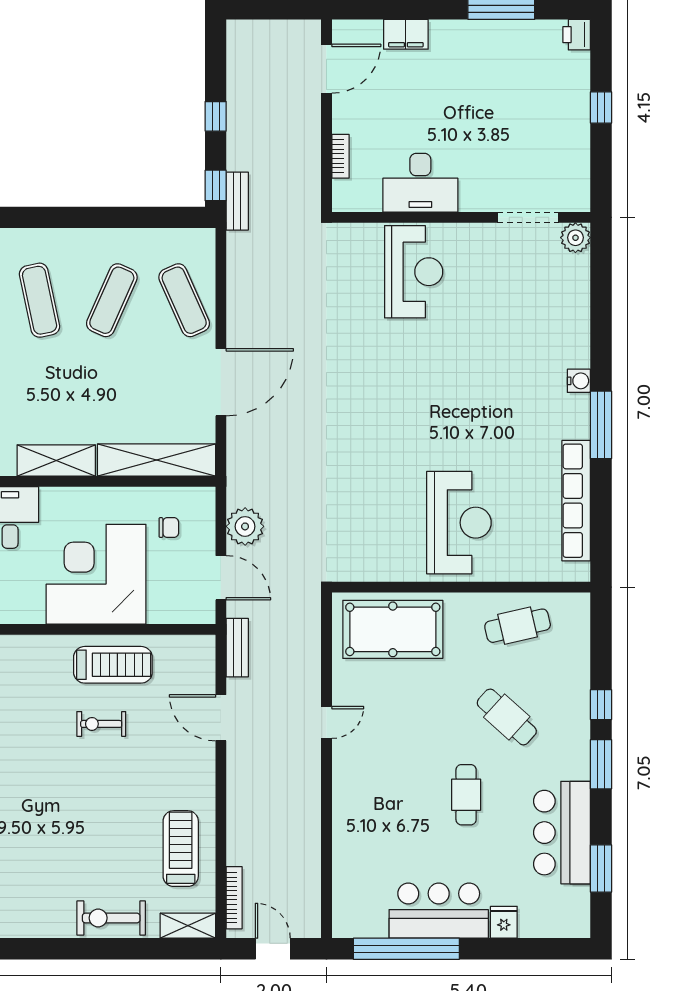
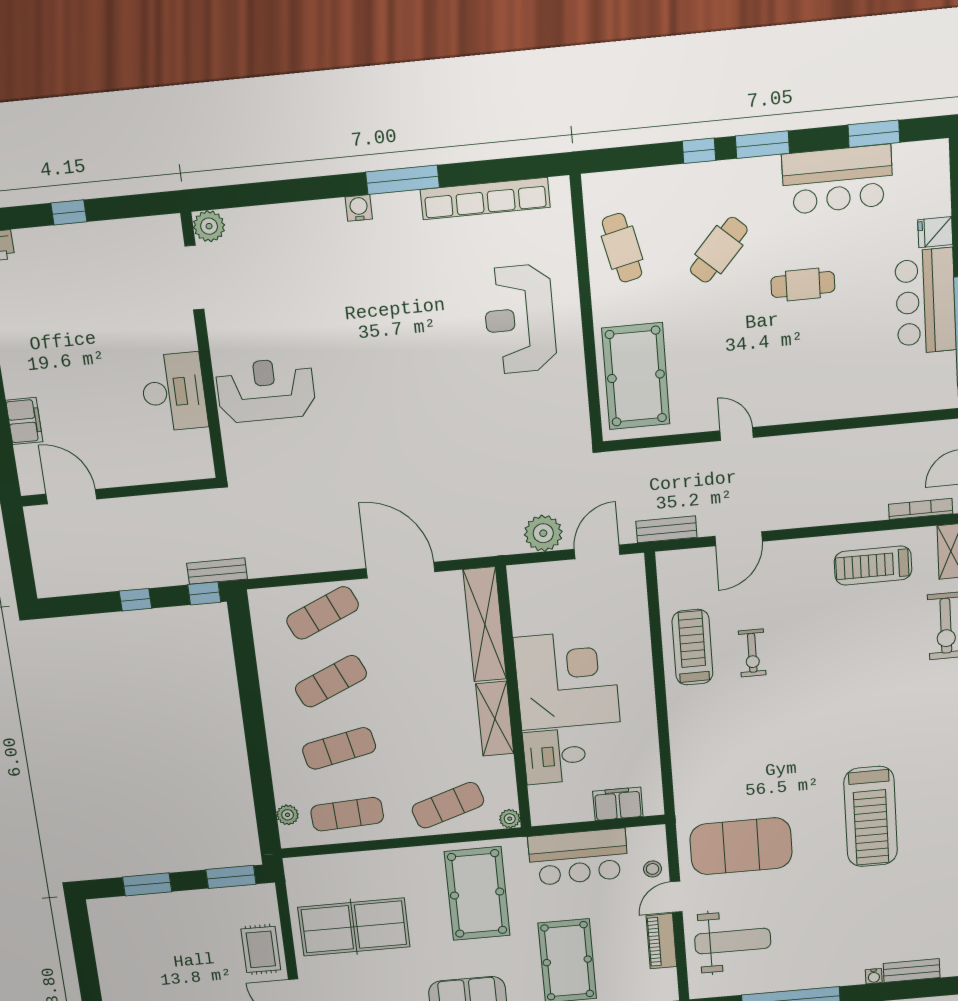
bookcase: (340, 156) -> (158, 474), removed
exercise mat: (112, 300) -> (331, 681), turned -48
reception desk: (459, 523) -> (520, 319), turned -90
chair: (169, 528) -> (551, 607), removed
corner desk: (96, 574) -> (567, 680), moved, turned 180

